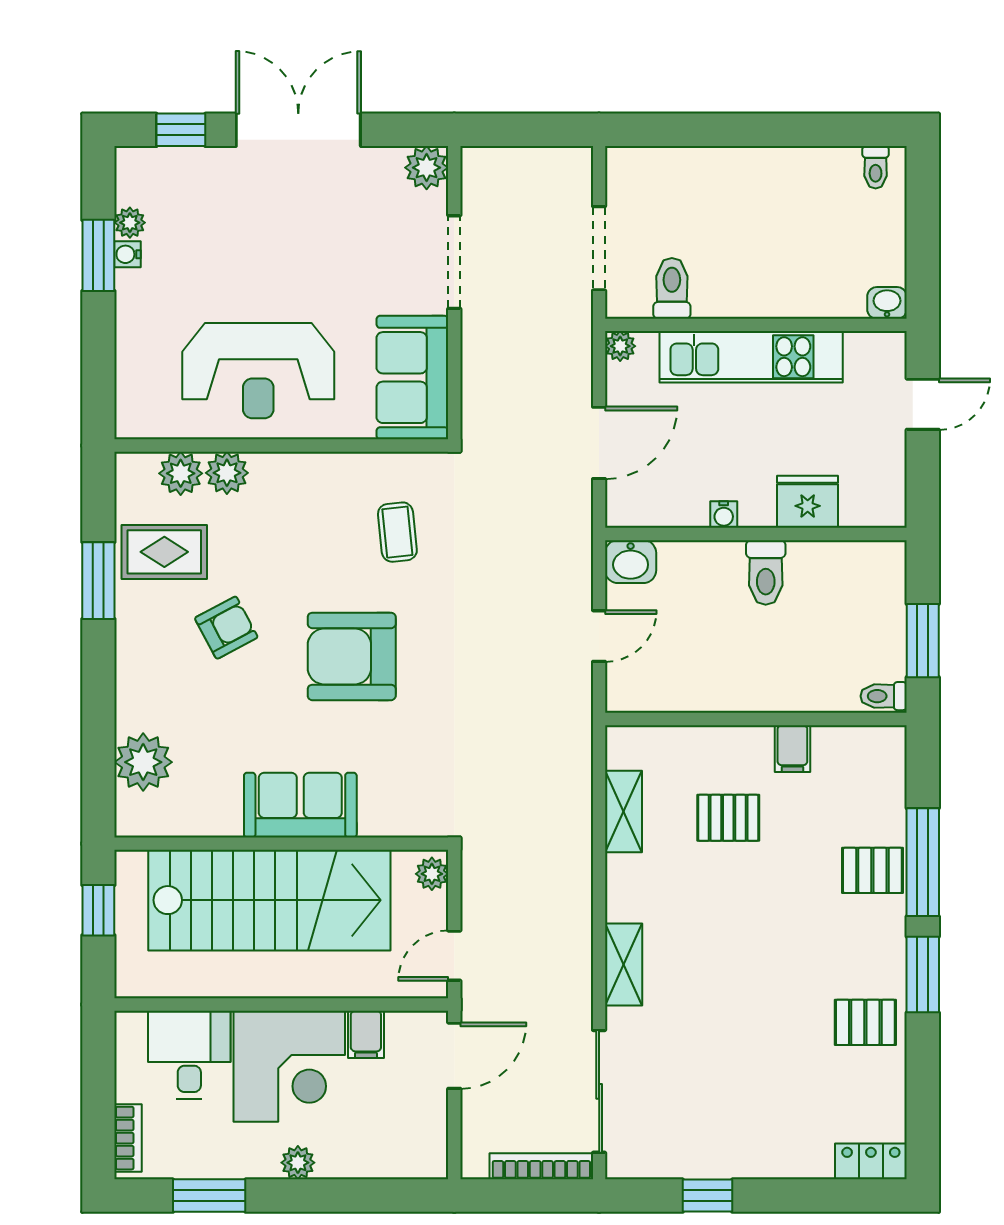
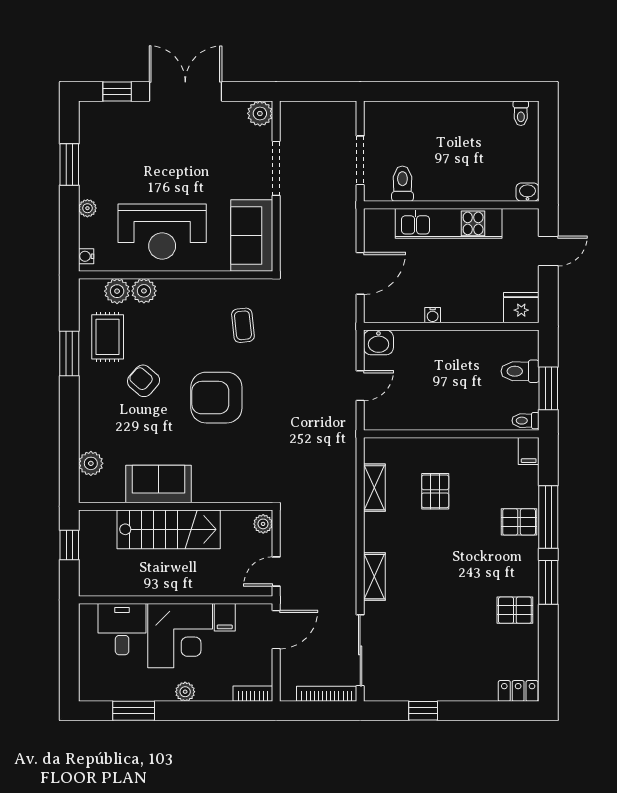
plant: (130, 223) -> (87, 208), moved
water cooler: (127, 254) -> (86, 256), moved
plant: (620, 346) -> (372, 217), removed
fridge: (808, 502) -> (521, 308), moved
rug: (164, 552) -> (108, 337), turned 90
toilet: (766, 572) -> (520, 371), moved, turned 90
armchair: (226, 628) -> (144, 381), turned -111
filing cabinet: (792, 749) -> (529, 451), moved
plant: (143, 762) -> (91, 463), width x0.73, depth x0.73
sofa: (300, 805) -> (159, 484), moved
pallet: (728, 818) -> (435, 491), turned 90
stairs: (269, 900) -> (169, 529), width x0.73, depth x0.66
bookcase: (128, 1138) -> (253, 694), moved, turned -90

